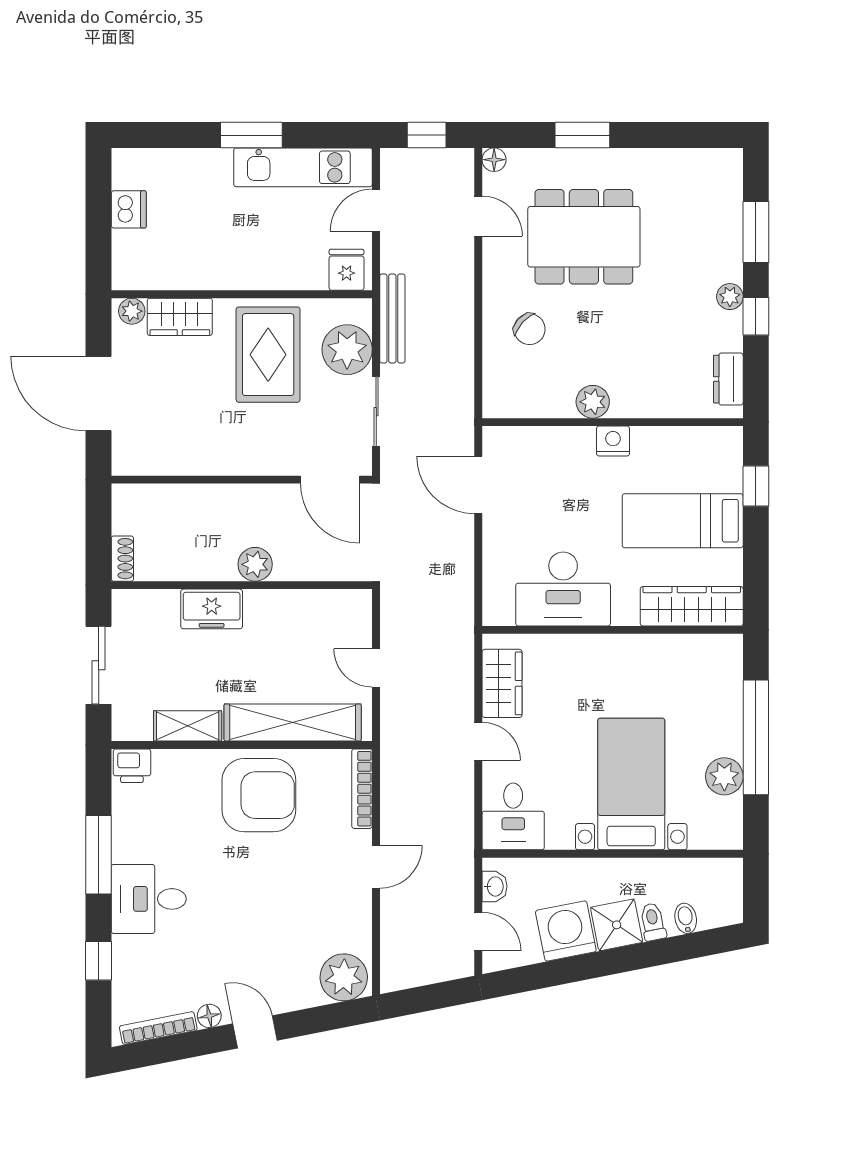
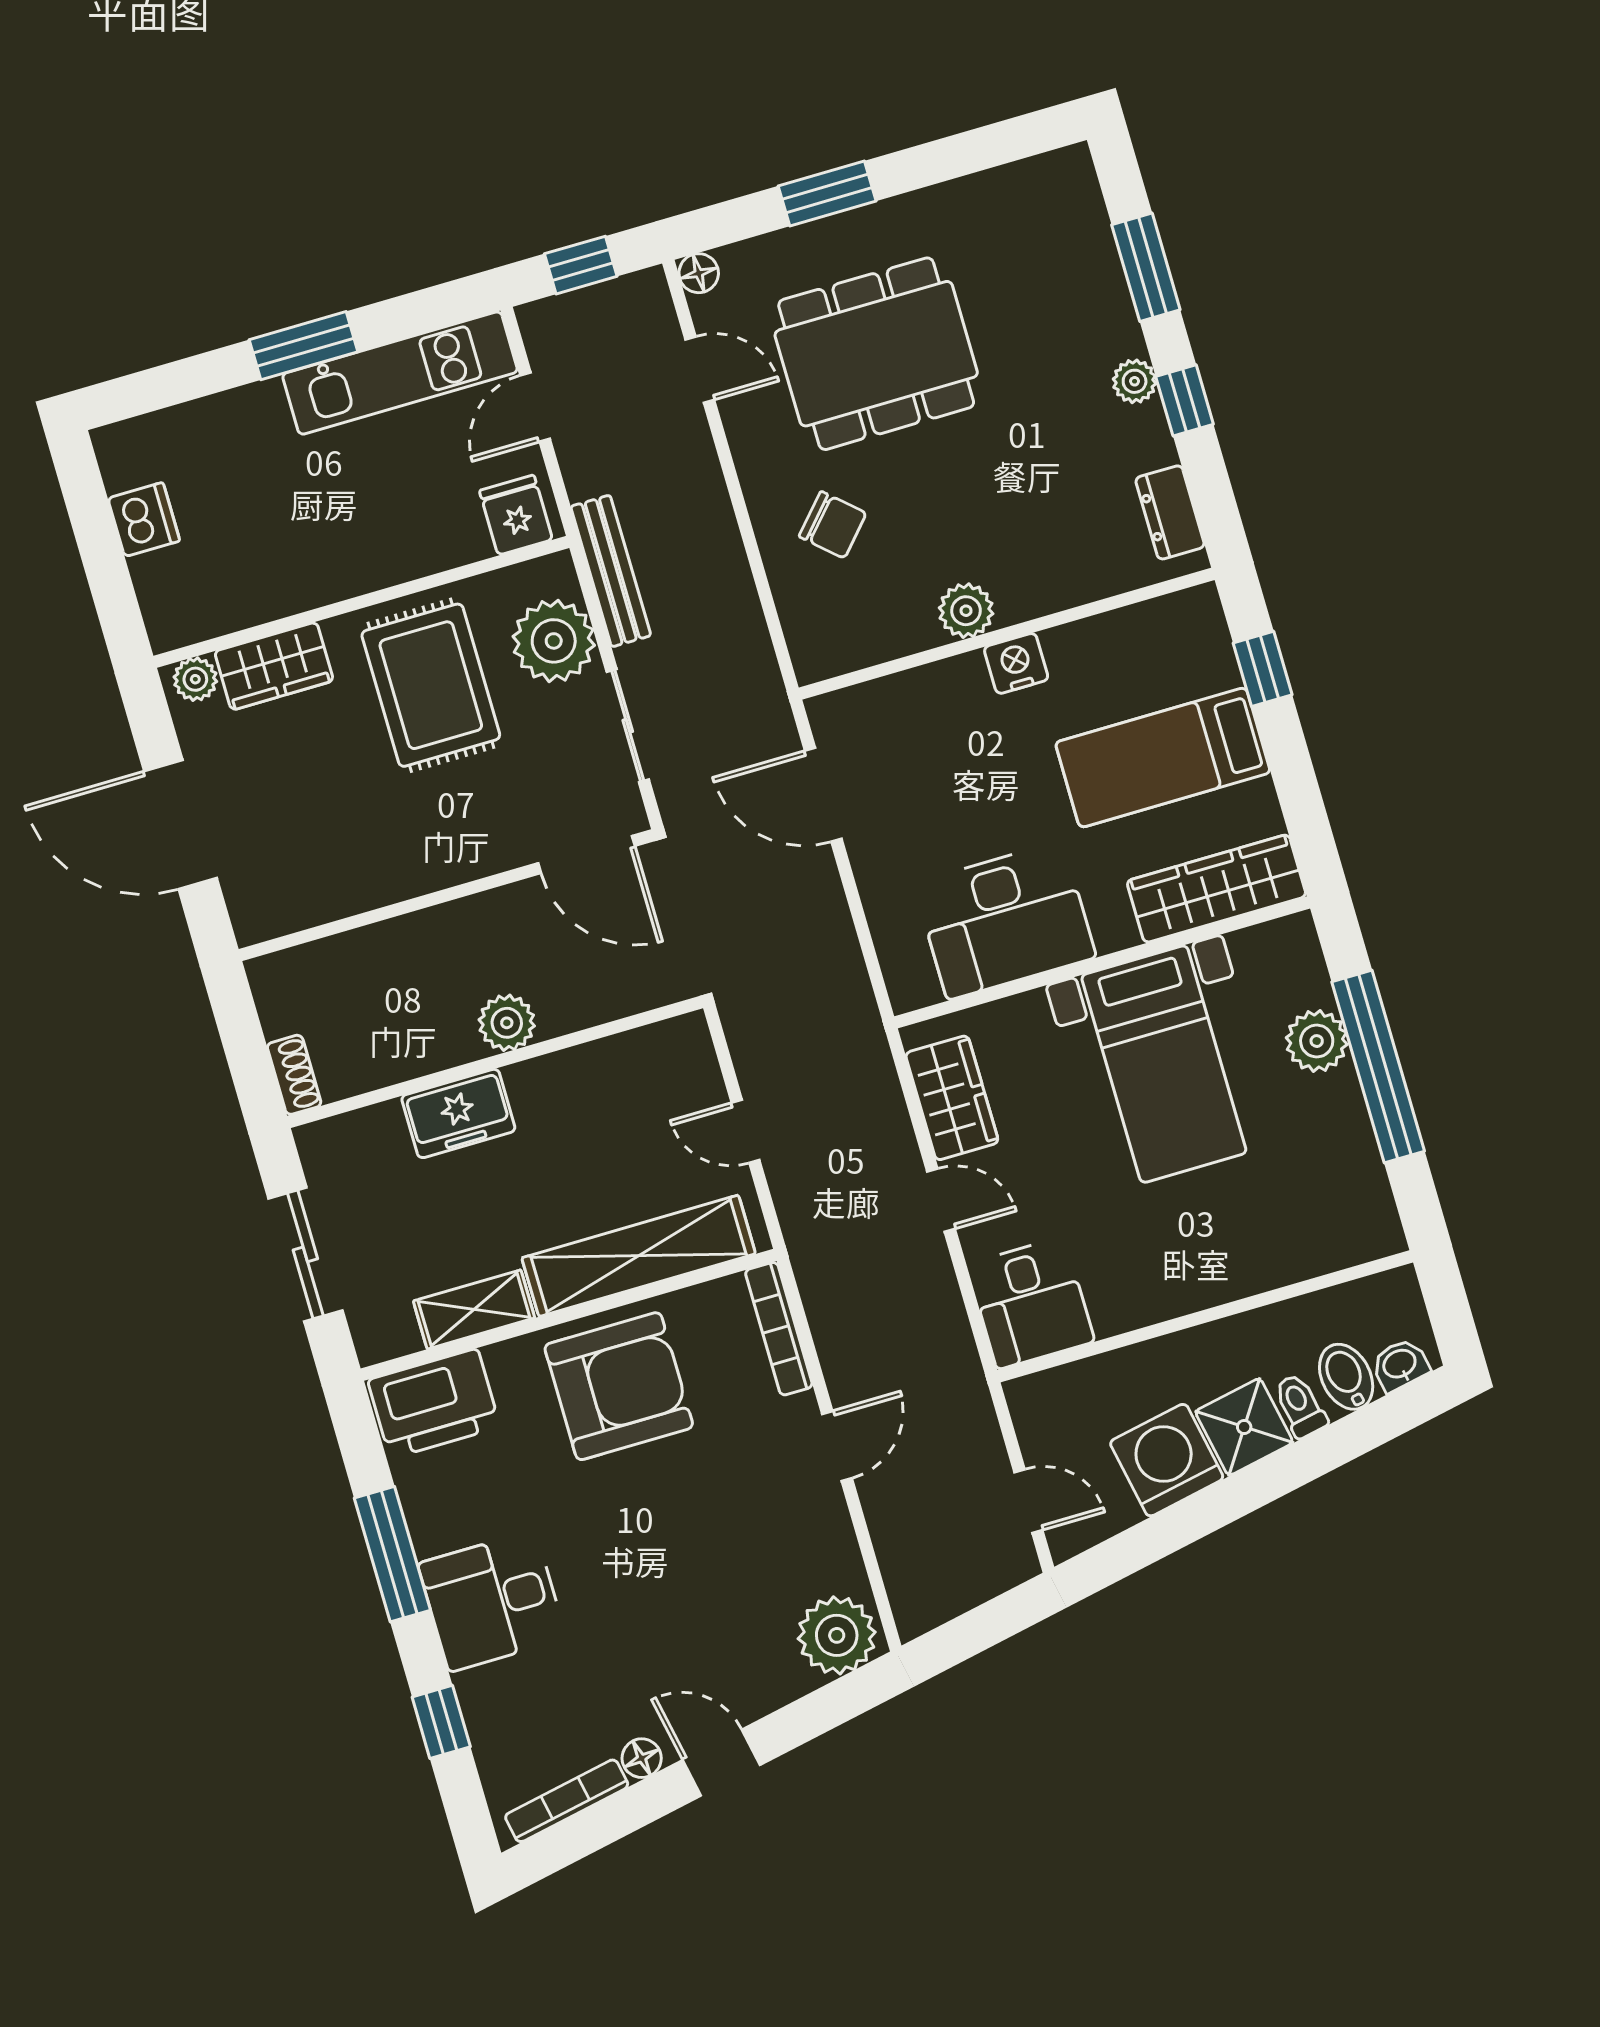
printer: (132, 766) -> (434, 1403), width x1.87, depth x1.48
plant: (724, 776) -> (1317, 1041), moved
bed with nightstands: (631, 784) -> (1164, 1064), moved, turned 180
washbasin: (495, 886) -> (1400, 1365), moved, turned -101
bidet: (686, 918) -> (1346, 1377), width x1.38, depth x1.36

